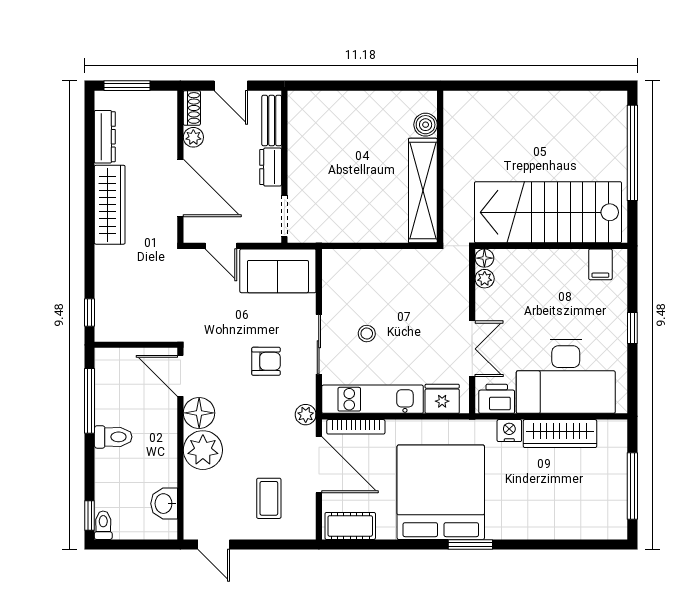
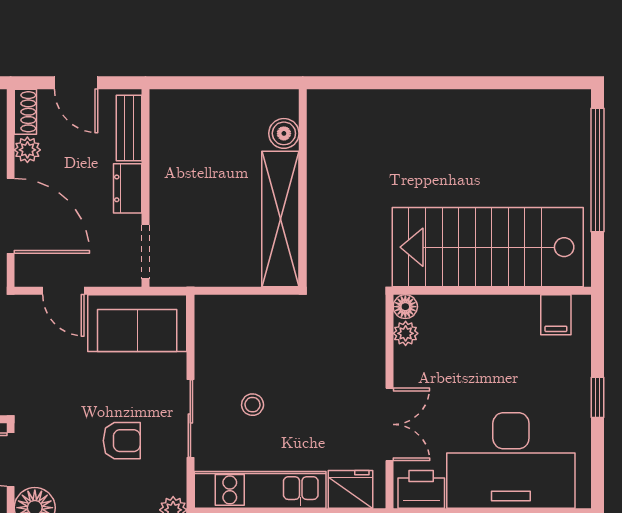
boiler: (426, 125) -> (284, 133), moved
wall: (440, 167) -> (303, 188), moved
shelving: (423, 191) -> (280, 219), moved

